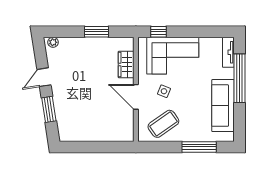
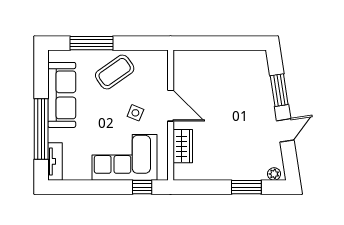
window: (96, 32) -> (246, 187), moved
coffee table: (163, 124) -> (115, 72), moved

